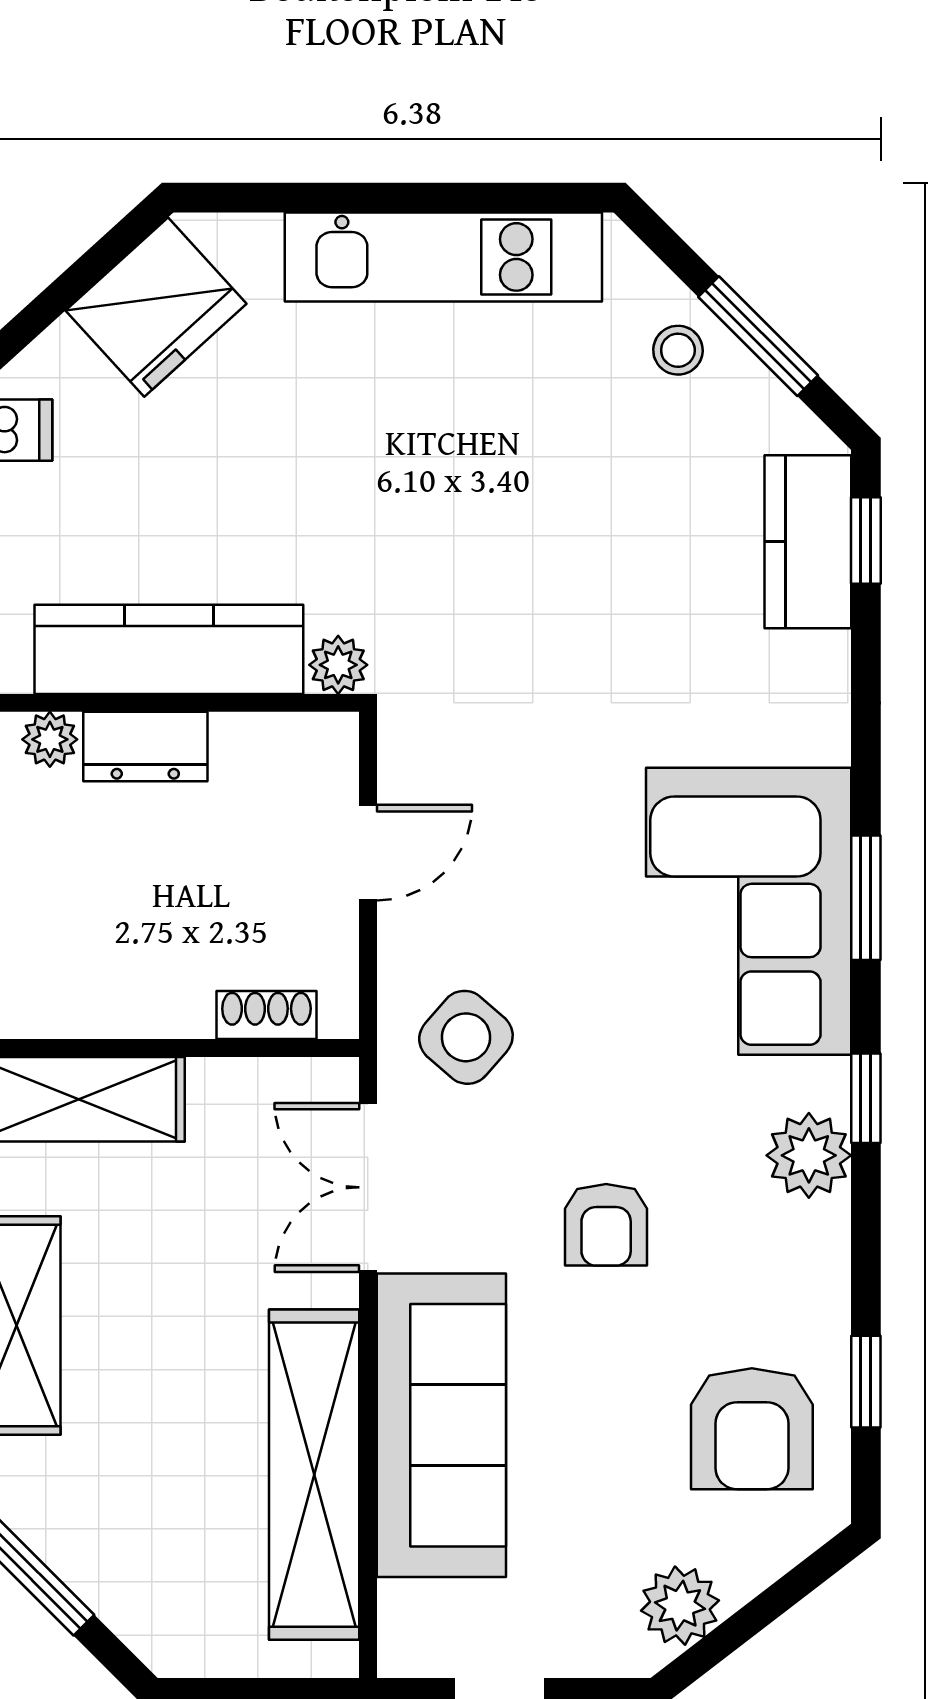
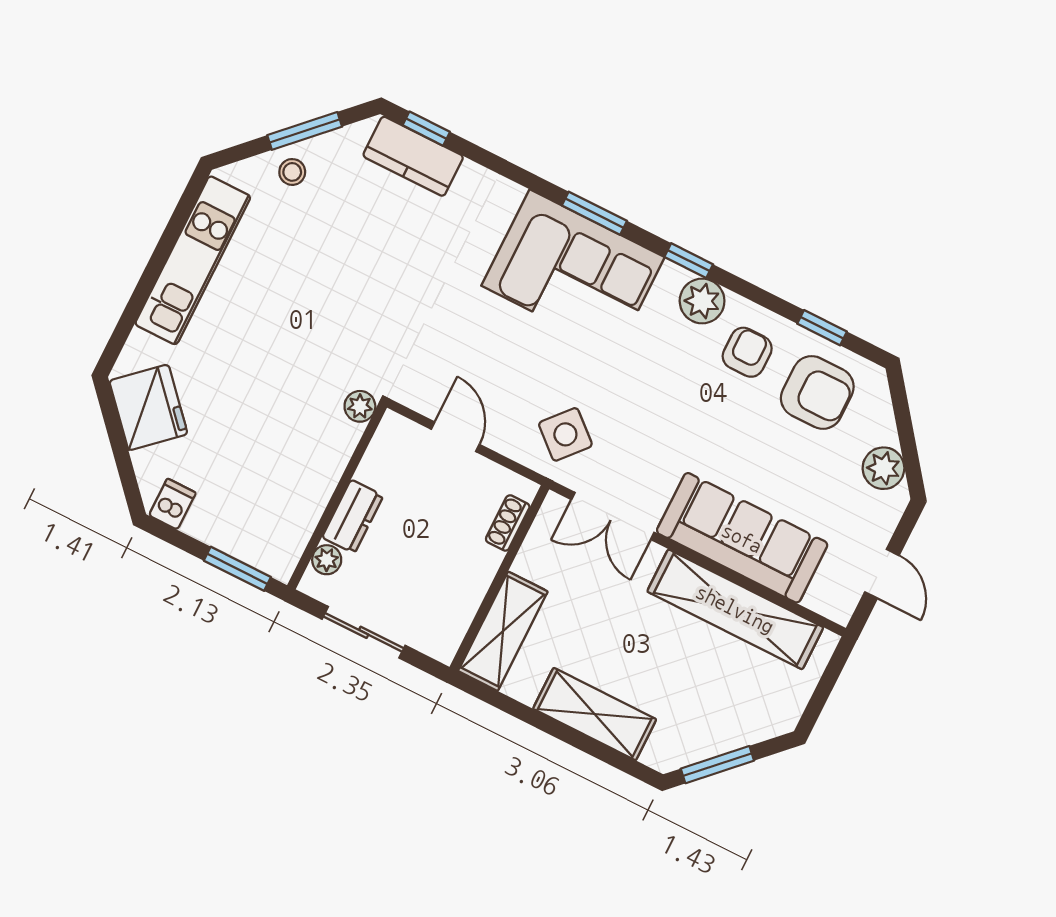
kitchen counter: (169, 649) -> (312, 482), removed
armchair: (606, 1225) -> (747, 352), moved, turned -90

